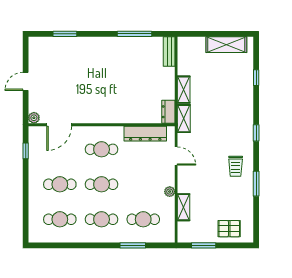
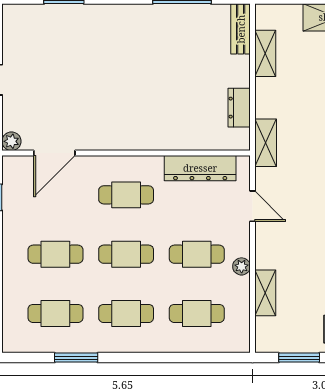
shelving: (184, 90) -> (265, 53), moved
dresser: (168, 112) -> (239, 108), moved
cafe table: (143, 184) -> (197, 254), added
window: (133, 245) -> (76, 358), moved

